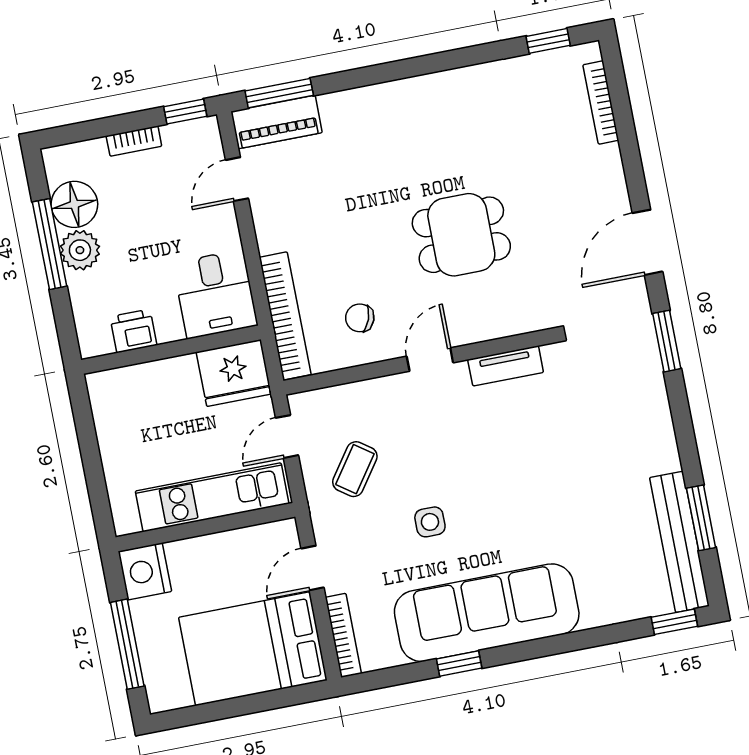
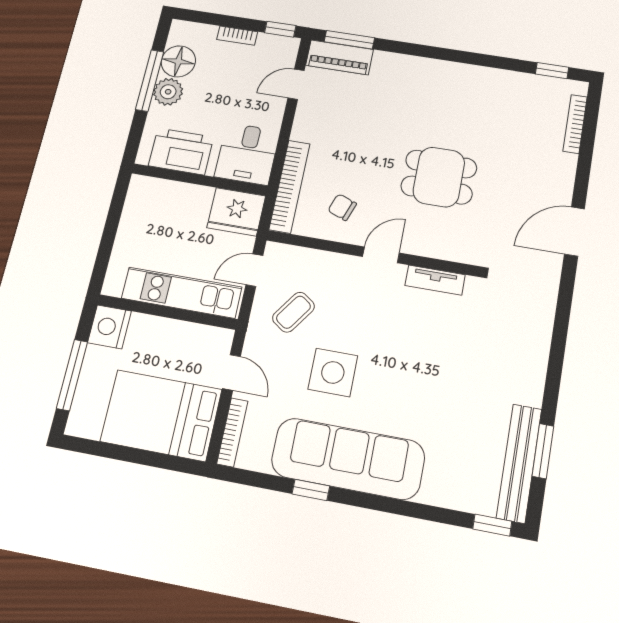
printer: (133, 331) -> (181, 151), width x1.87, depth x1.48
window: (667, 341) -> (564, 307), removed
side table: (430, 522) -> (333, 372), width x1.87, depth x1.87
door: (313, 568) -> (231, 372), swing flipped

